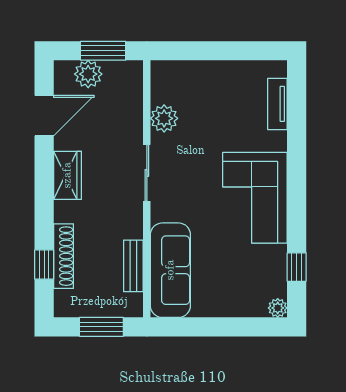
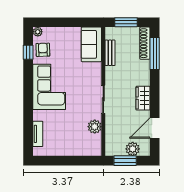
shoe rack: (64, 256) -> (145, 43), moved
window: (44, 265) -> (155, 53), width x2.17
sofa: (170, 270) -> (91, 44), width x0.73
armchair: (267, 272) -> (43, 50), added

